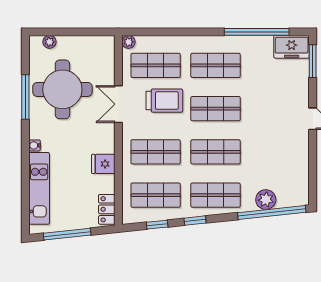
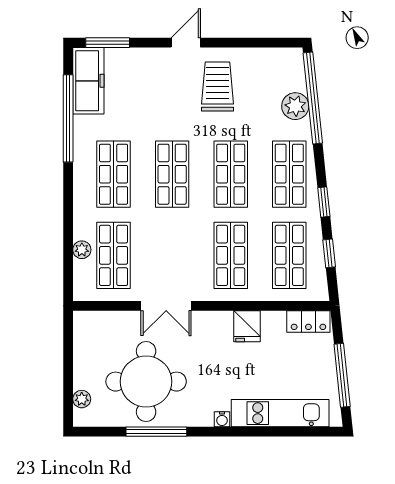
plant: (128, 42) -> (82, 250), moved
freezer: (292, 47) -> (88, 81), width x1.40
trolley: (164, 101) -> (217, 87), moved

